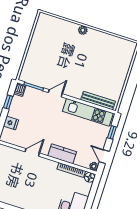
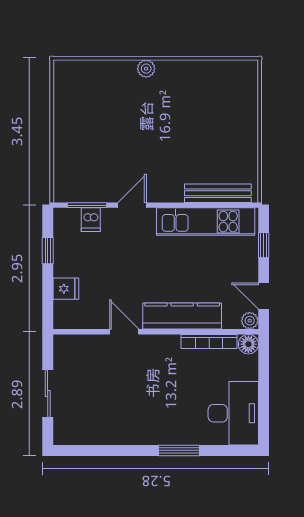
dishwasher: (20, 90) -> (91, 220), moved
door: (32, 152) -> (124, 332), hinge flipped
kitchen counter: (62, 154) -> (182, 316), width x1.50

